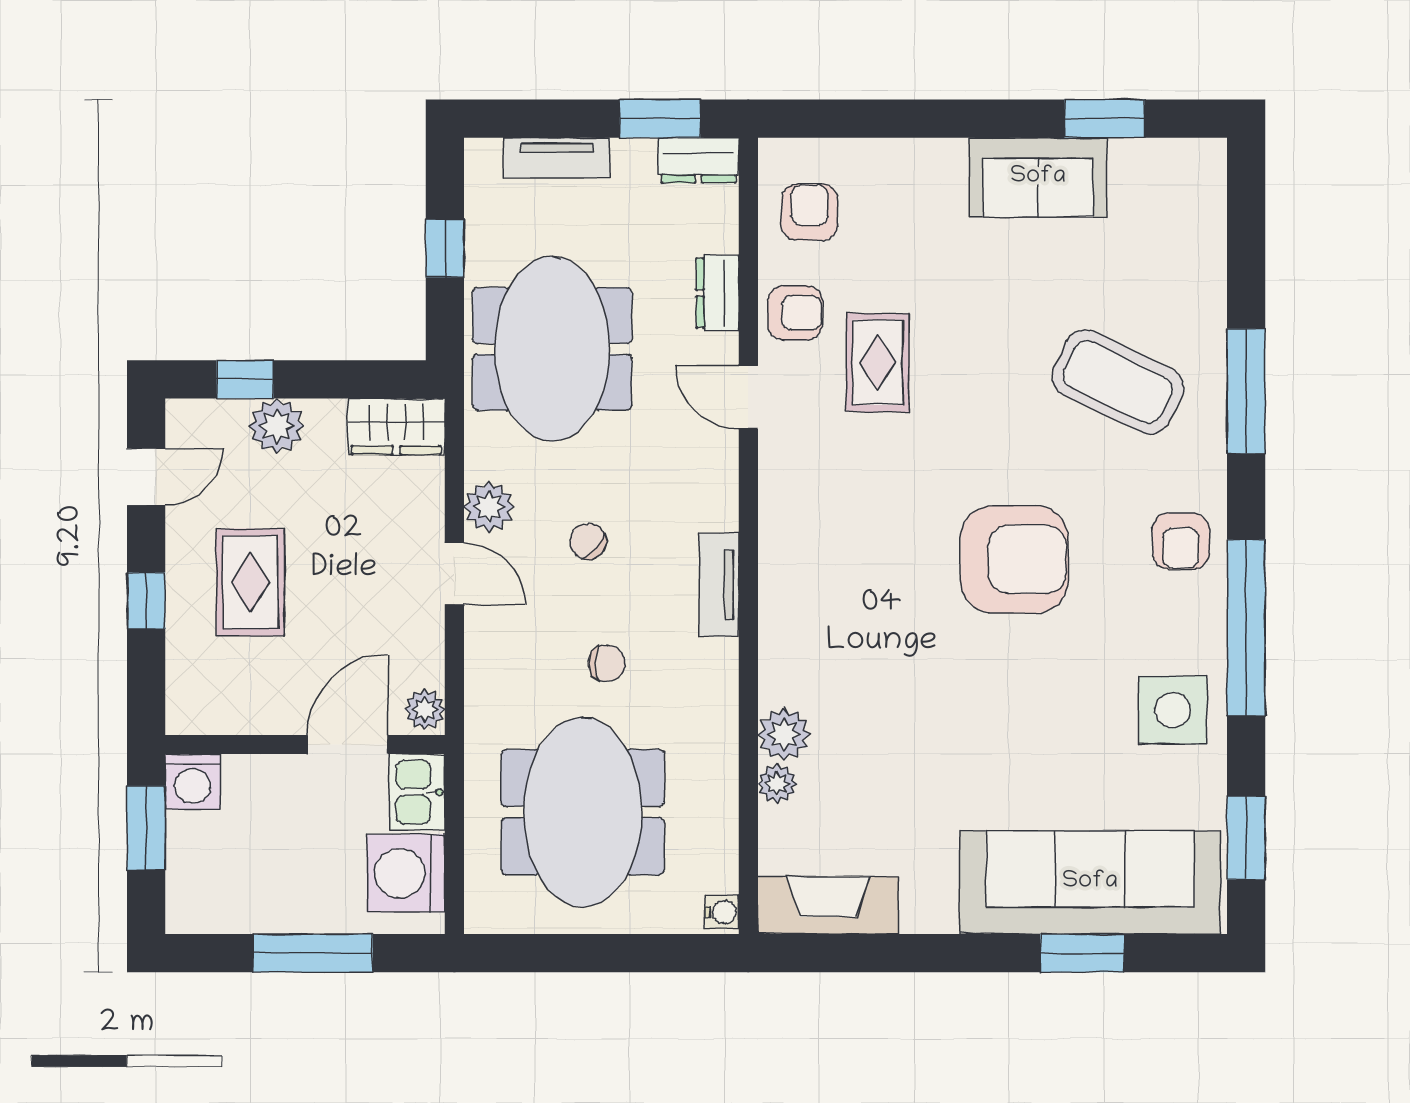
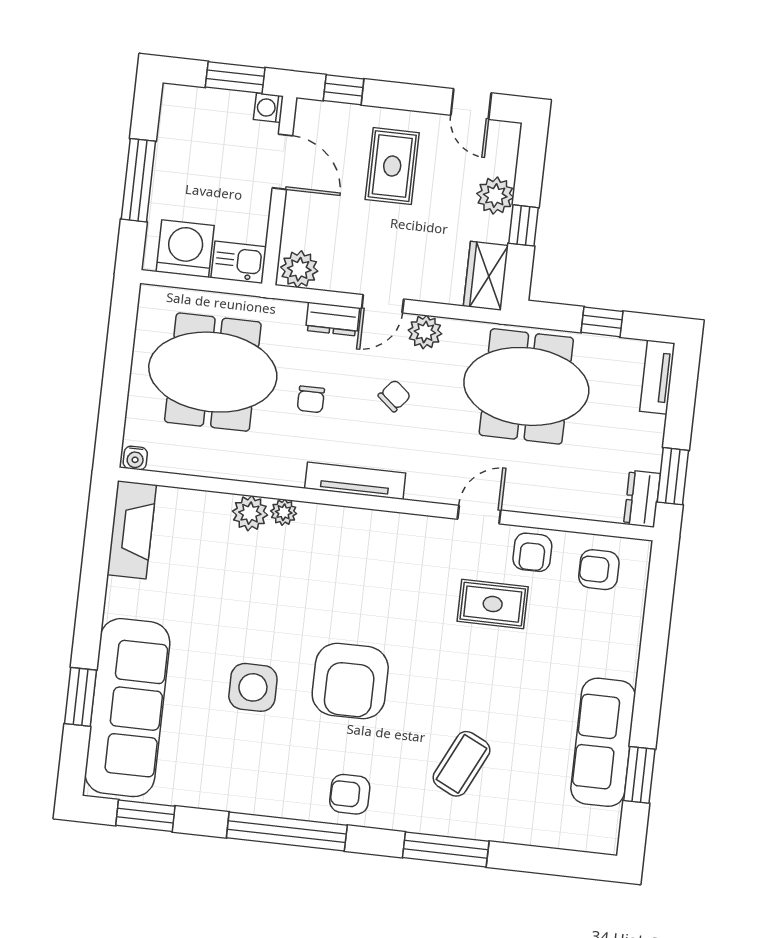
tv unit: (557, 158) -> (657, 377), moved
sofa: (1038, 177) -> (603, 742), width x1.36
armchair: (809, 212) -> (599, 570), turned 180
dresser: (717, 293) -> (333, 319), moved, turned 180
window: (245, 379) -> (524, 225), moved
coffee table: (1118, 382) -> (461, 764), width x0.73, depth x0.76
rug: (250, 582) -> (392, 166), turned 90
tv unit: (719, 585) -> (355, 481), width x1.41
window: (146, 601) -> (344, 90), moved
plant: (425, 710) -> (299, 269), width x1.38, depth x1.38
side table: (1173, 710) -> (253, 687), moved
door: (348, 744) -> (282, 162), moved
washing machine: (193, 781) -> (268, 108), width x0.73, depth x0.73
plant: (777, 784) -> (284, 512), moved

